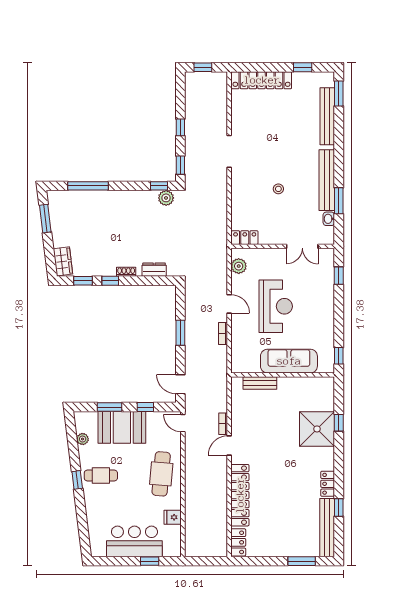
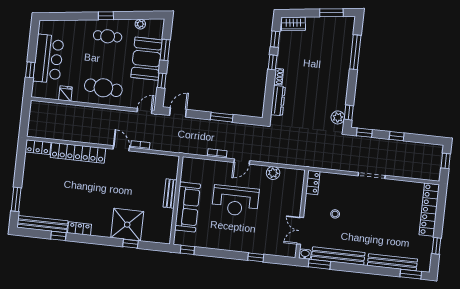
locker: (245, 238) -> (313, 183), moved
wall: (283, 246) -> (302, 214), moved
double door: (302, 246) -> (300, 231), moved
dresser: (154, 270) -> (278, 101), width x1.44
bench: (260, 383) -> (170, 193), moved
cafe table: (101, 475) -> (108, 36), turned 90

